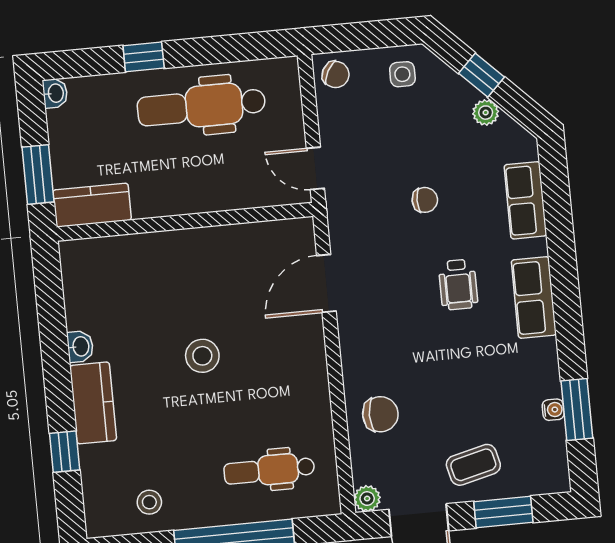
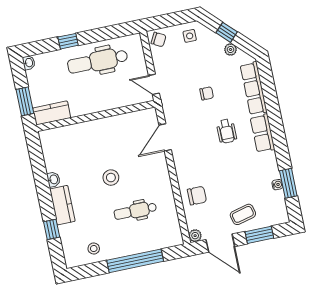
row of seats: (525, 200) -> (254, 88), width x1.48
dental chair: (269, 470) -> (135, 211), moved

